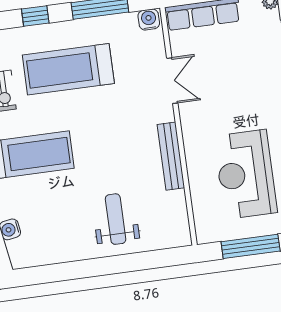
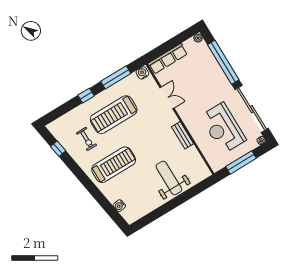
bench: (171, 156) -> (183, 135), width x0.73
weight bench: (116, 219) -> (169, 178), width x1.36, depth x1.33

